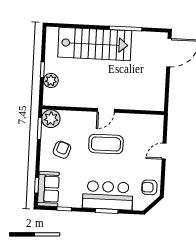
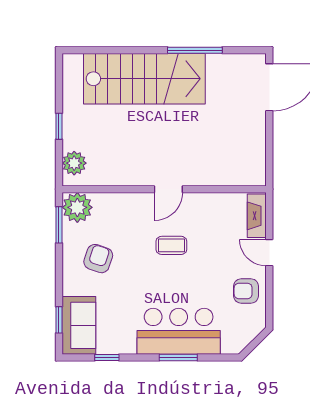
plant: (51, 80) -> (74, 163), moved
fireplace: (158, 129) -> (257, 216), added
coffee table: (106, 144) -> (171, 245), width x0.54, depth x0.58
door: (164, 151) -> (269, 253), hinge flipped
armchair: (149, 187) -> (246, 291), moved

